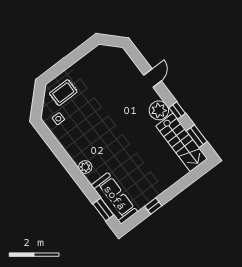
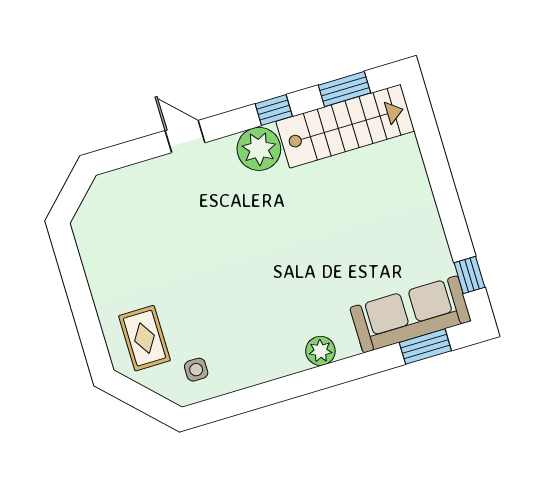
window: (153, 206) -> (469, 275), moved

